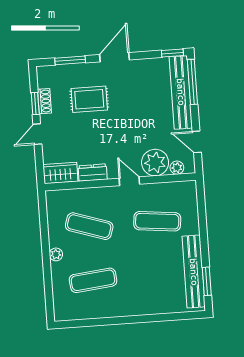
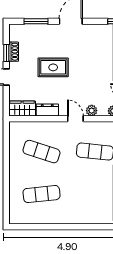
rug: (89, 99) -> (53, 67), moved
plant: (155, 163) -> (92, 111), width x0.53, depth x0.53
plant: (56, 254) -> (14, 172), removed

